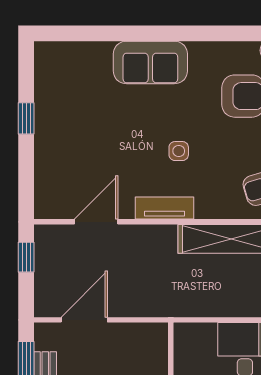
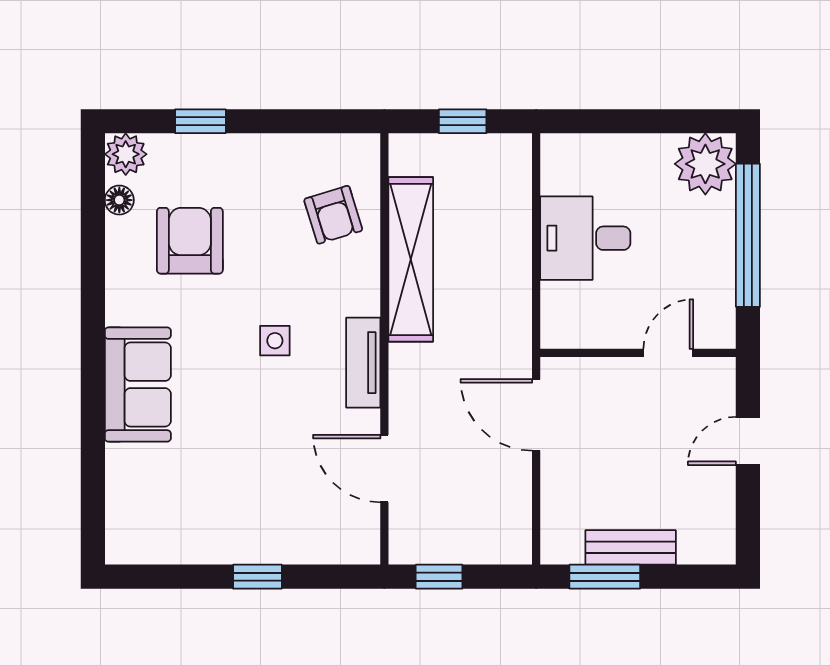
window: (26, 118) -> (257, 577), moved
door: (84, 320) -> (536, 415), moved

